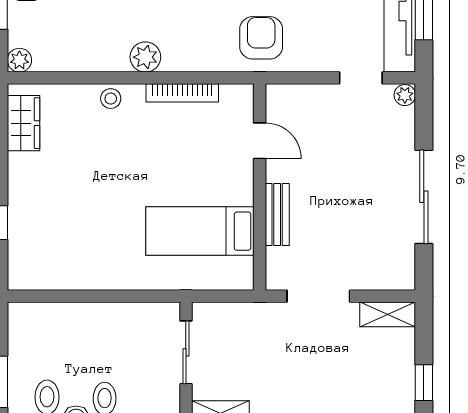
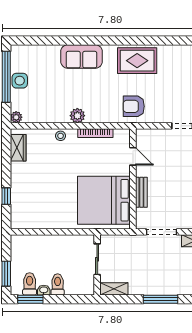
armchair: (261, 38) -> (134, 106), turned -90
bed: (200, 231) -> (104, 200), width x2.04

